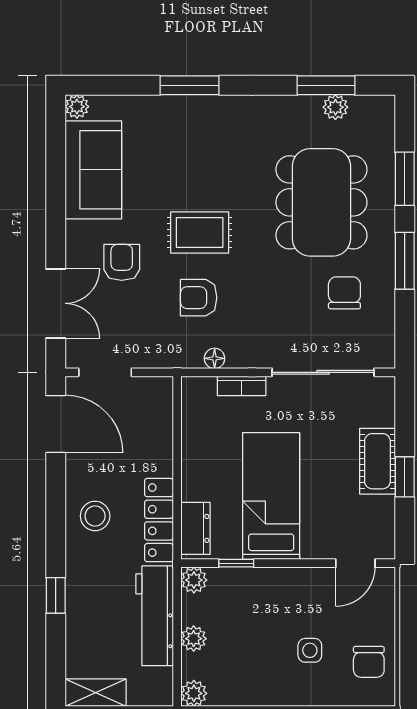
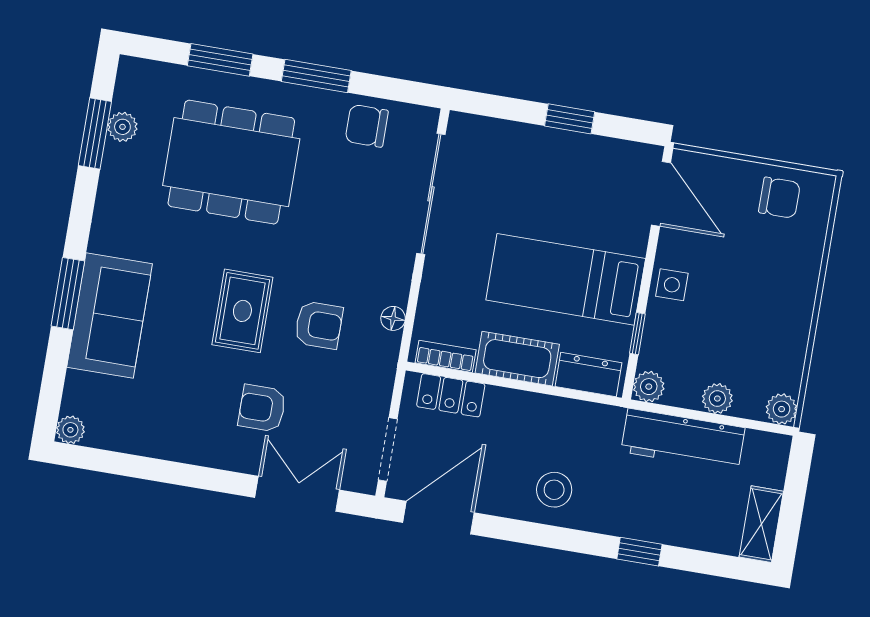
sofa: (93, 170) -> (110, 315), moved, turned 90
chair: (344, 293) -> (367, 126), moved
armchair: (199, 298) -> (319, 325), turned -90
bookcase: (242, 386) -> (446, 356), moved, turned -90
cot: (377, 461) -> (517, 359), moved
locker: (159, 520) -> (451, 395), moved, width x0.66
door: (355, 563) -> (661, 194), width x1.38
side table: (310, 650) -> (672, 285), moved

